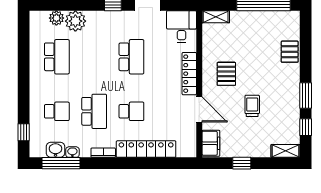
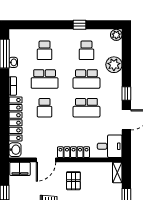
plant: (56, 18) -> (116, 35), moved
school desk: (57, 57) -> (86, 50), width x0.54
school desk: (94, 57) -> (86, 79), added
pallet: (226, 74) -> (73, 181), turned 90
window: (24, 132) -> (80, 25), moved
washbasin: (55, 150) -> (15, 150), moved

